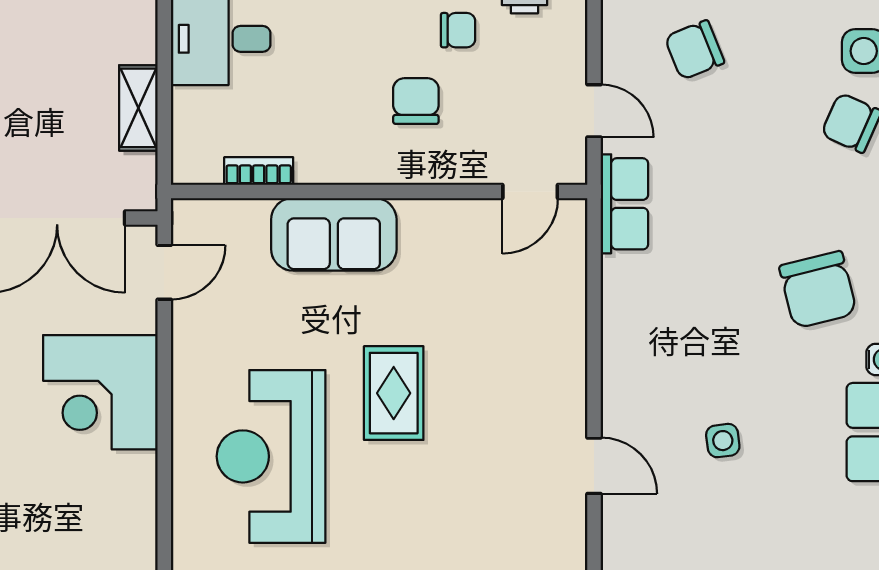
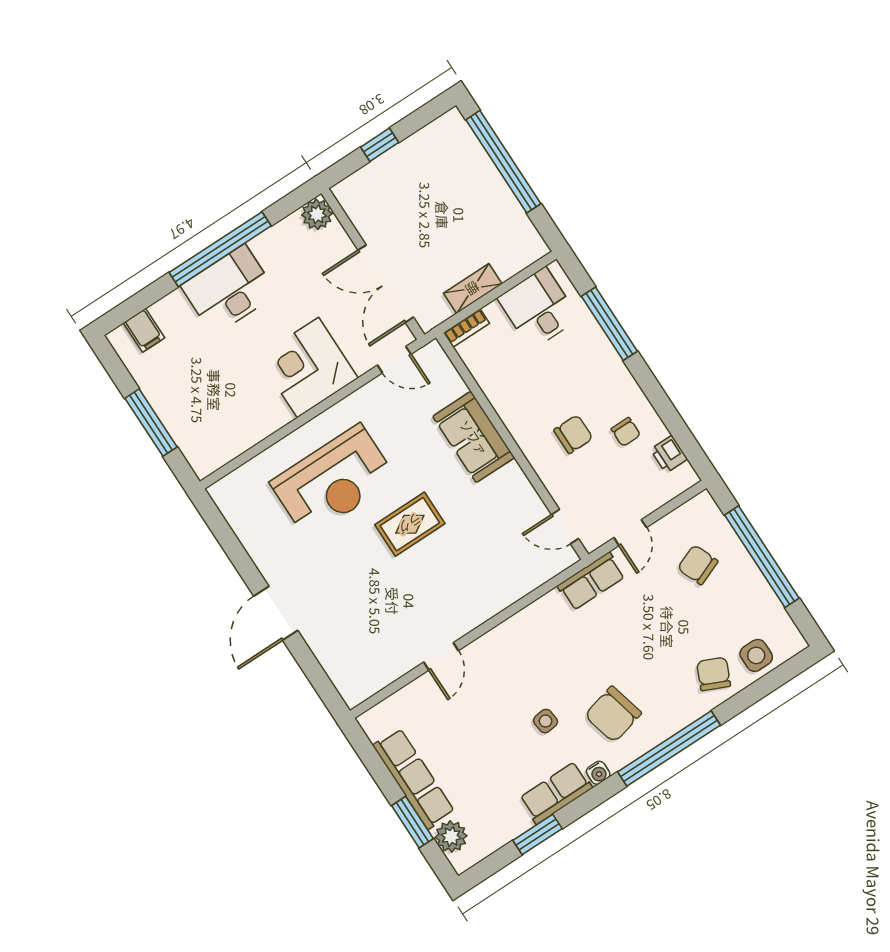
bookcase: (259, 171) -> (466, 328), moved, turned 90
side table: (723, 441) -> (545, 721), moved
reception desk: (271, 456) -> (333, 481), turned 180

